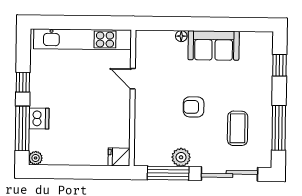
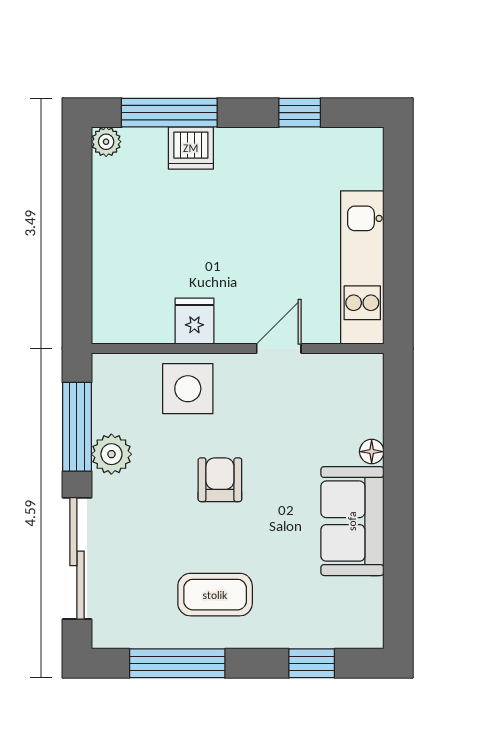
kitchen unit: (83, 39) -> (362, 267), width x0.73
window: (23, 82) -> (300, 113), moved
side table: (151, 121) -> (188, 389), added
coffee table: (238, 128) -> (215, 595), moved
fridge: (119, 157) -> (194, 321), moved

